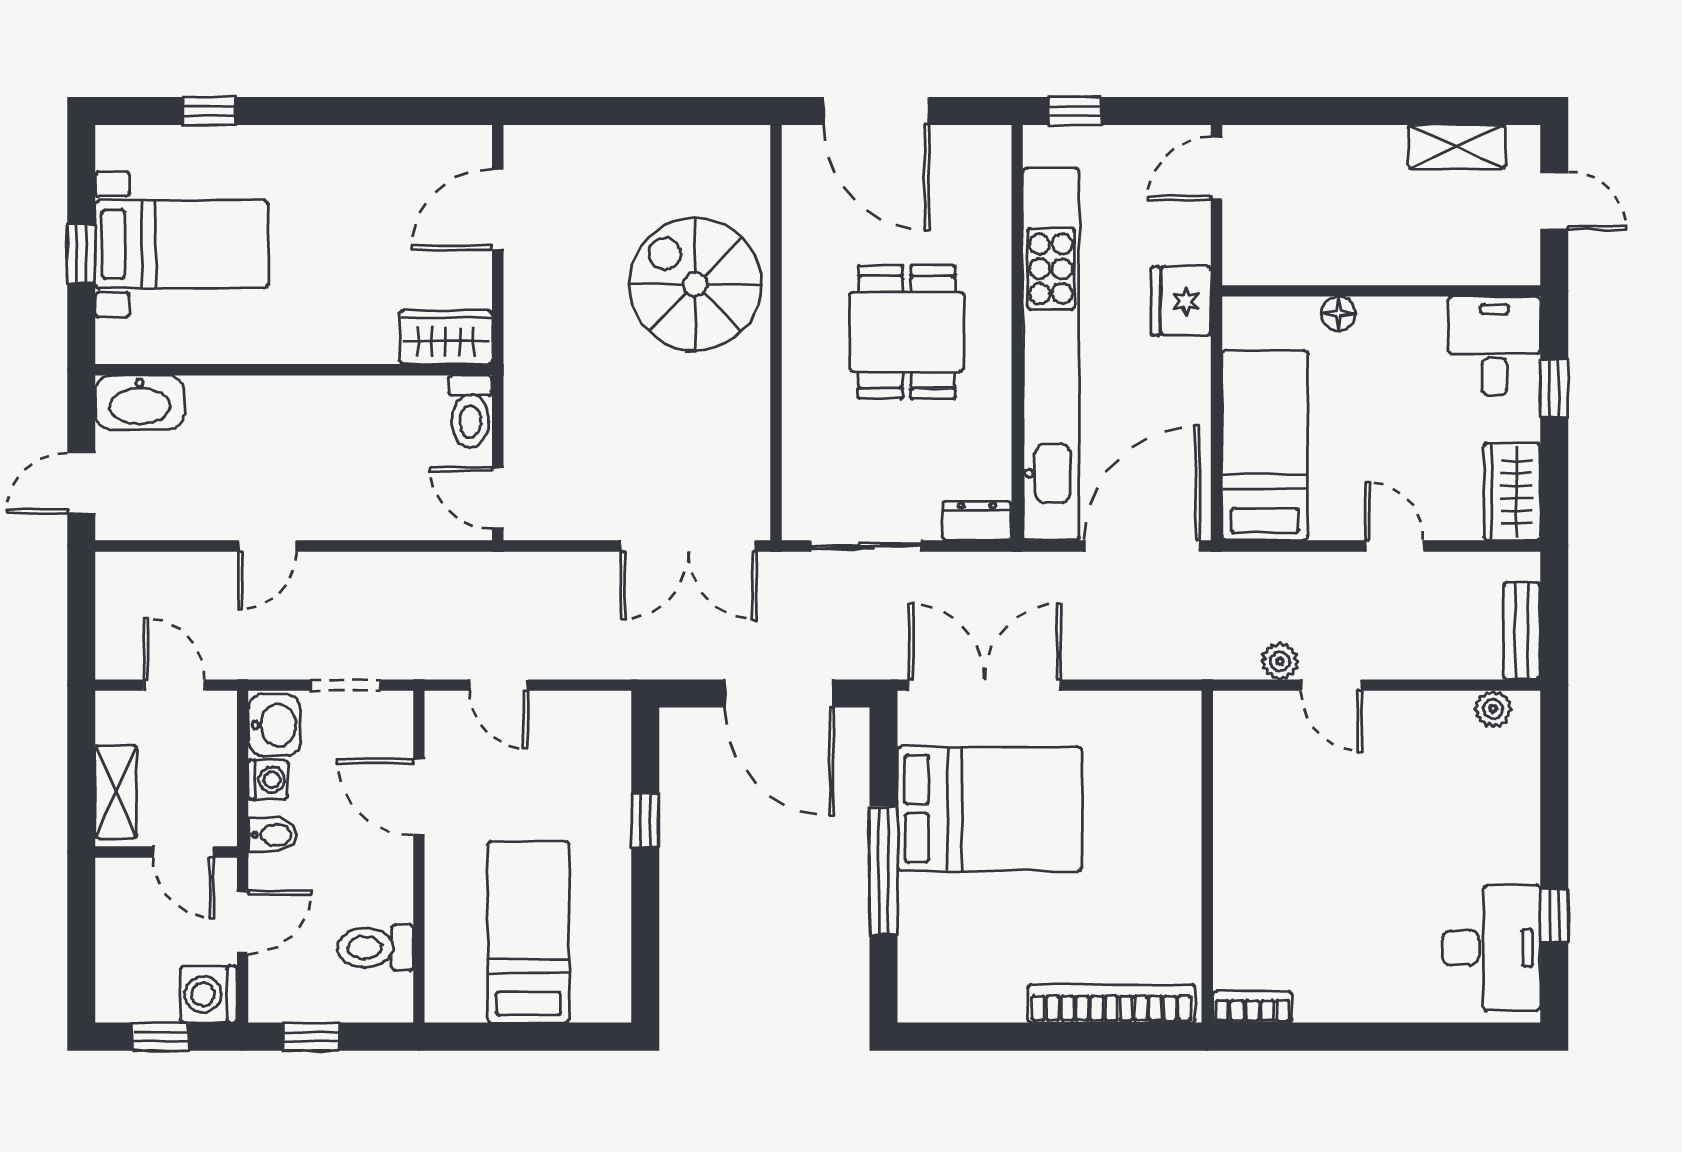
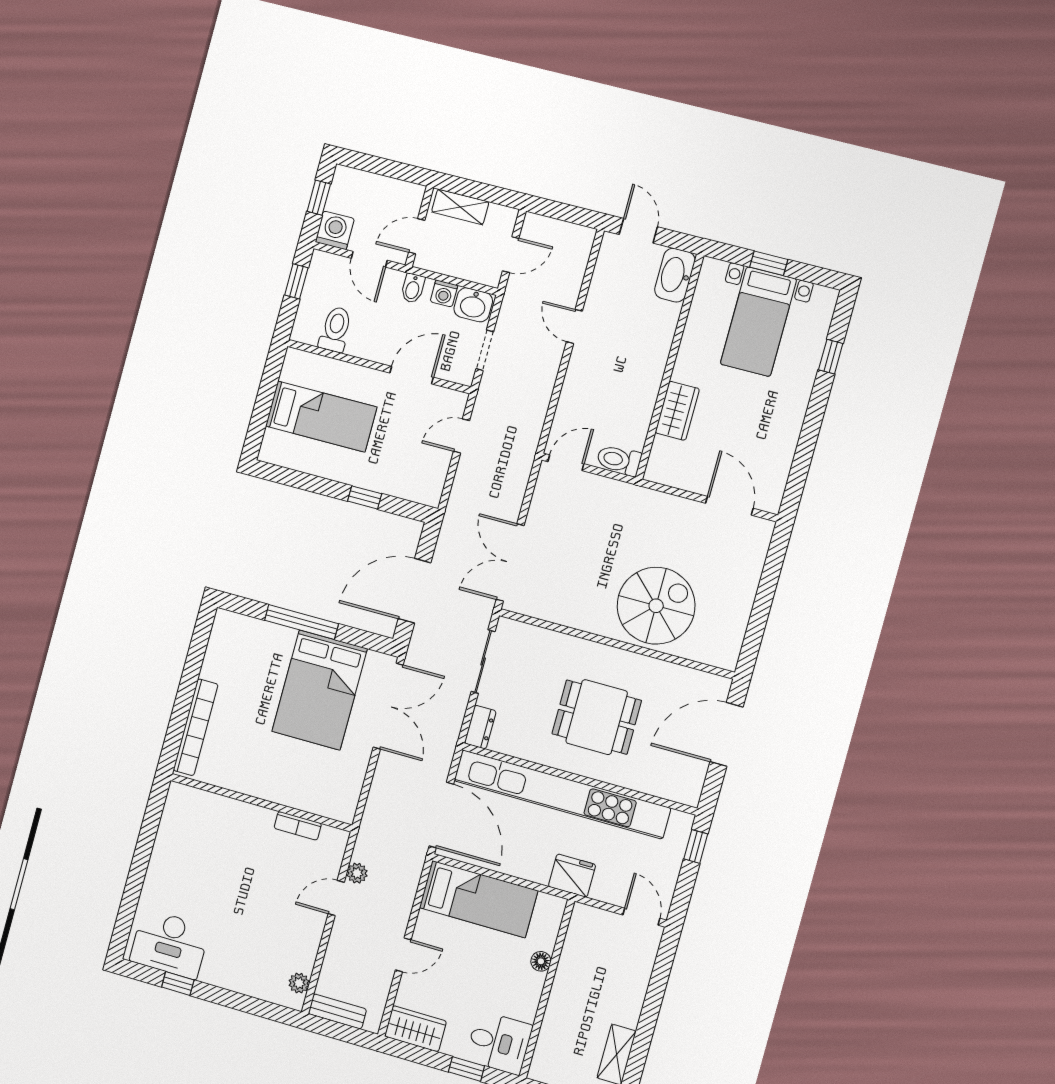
wardrobe: (446, 337) -> (677, 411), moved
bookcase: (1253, 1007) -> (298, 826), moved, turned 90

